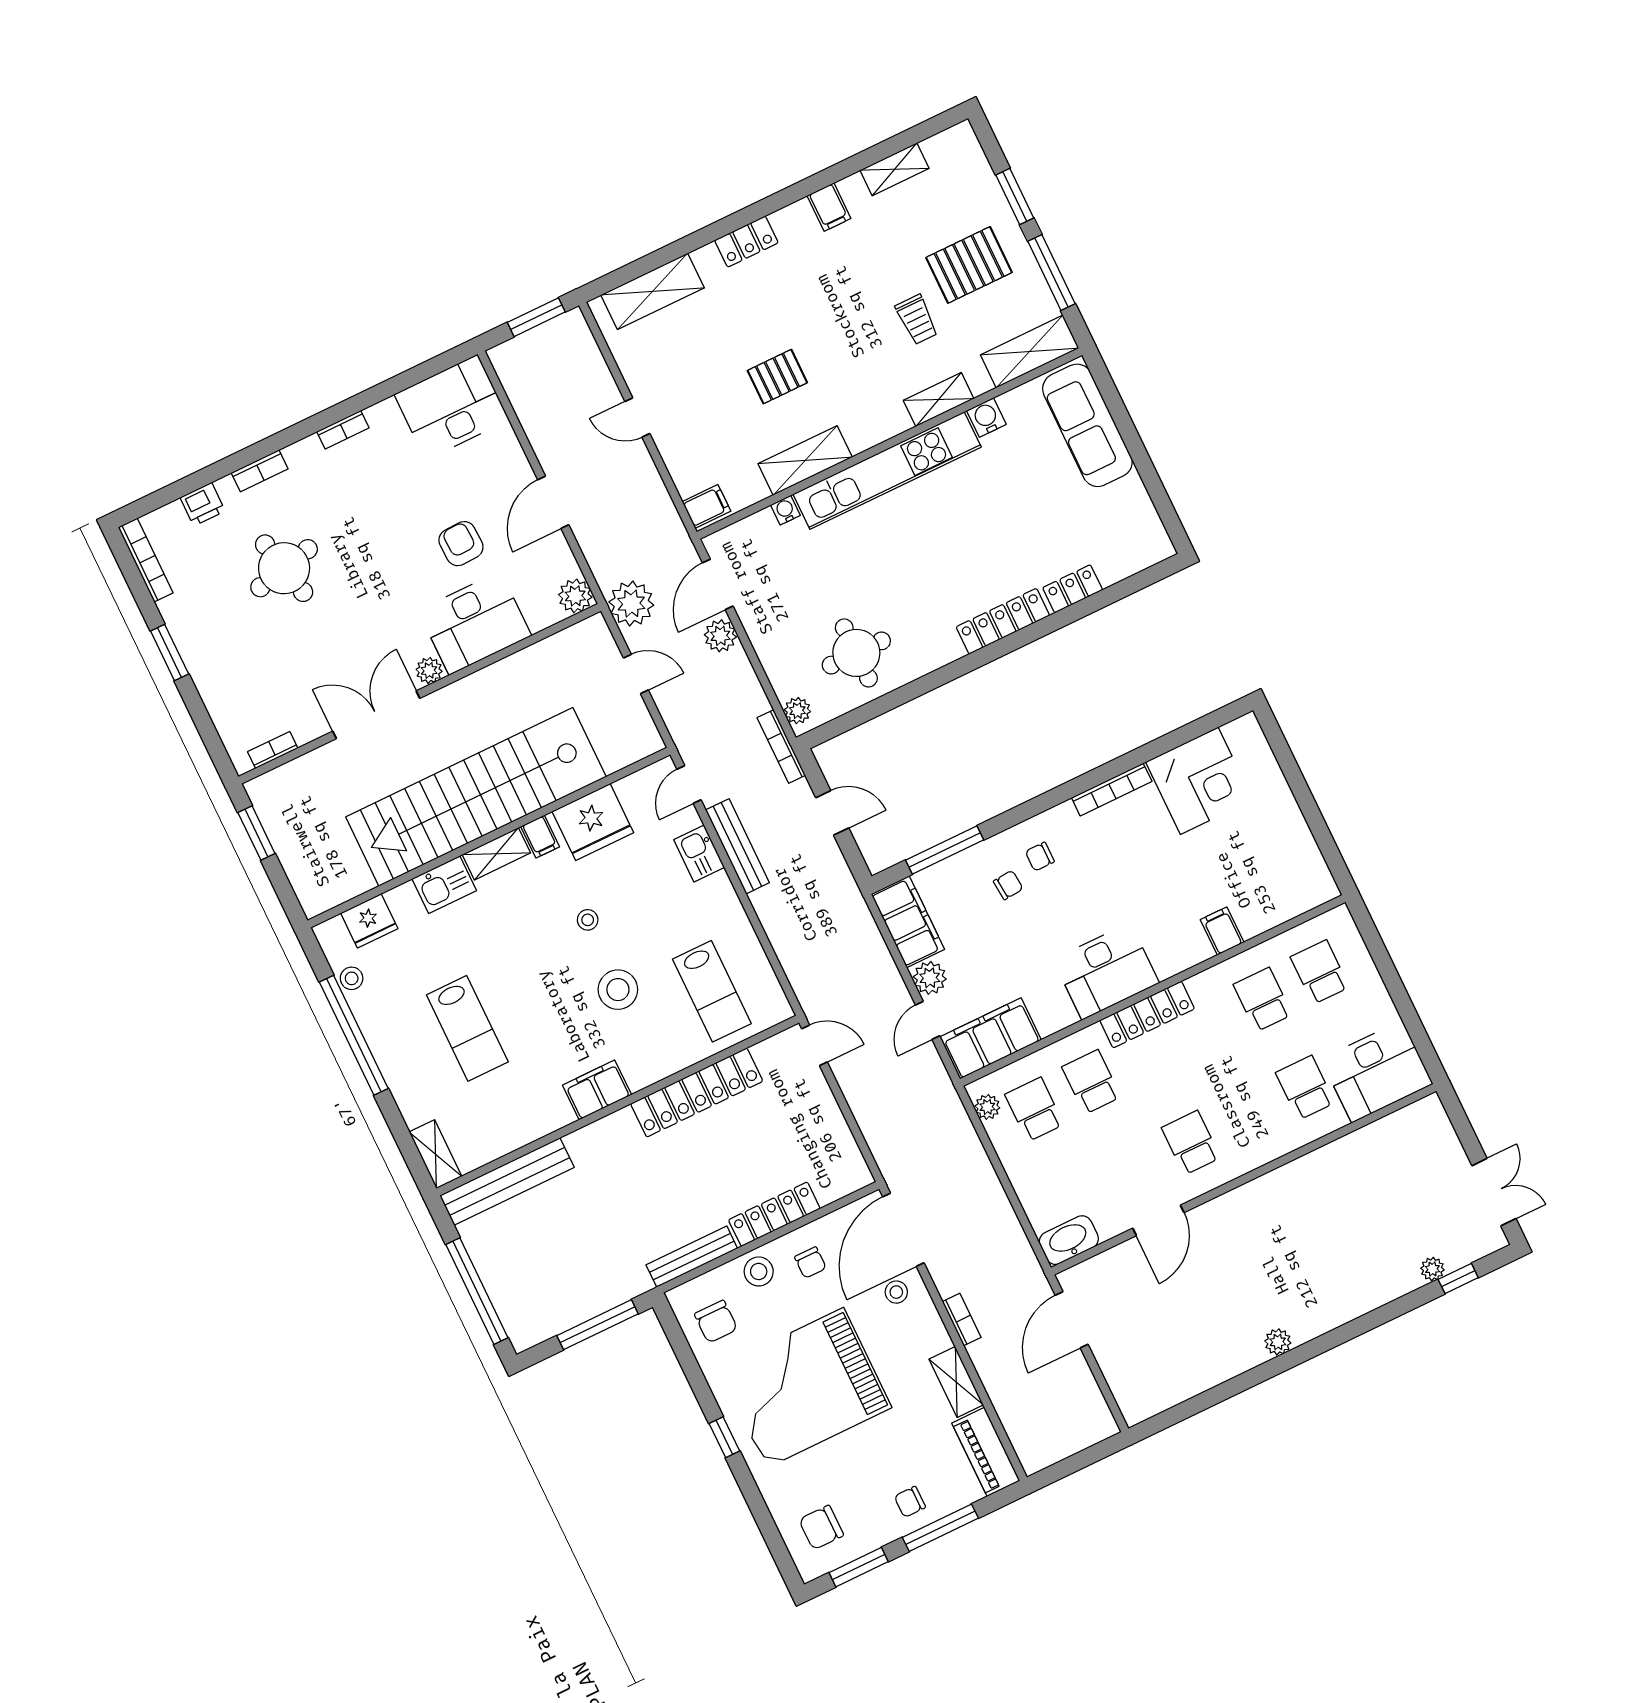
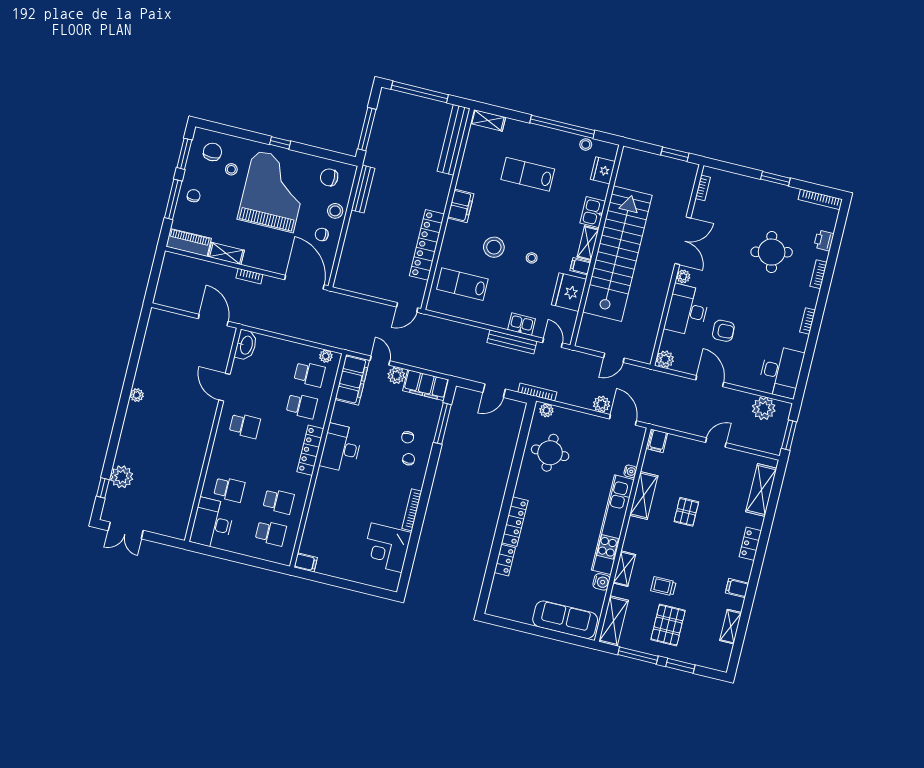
plant: (631, 604) -> (764, 408), moved
filing cabinet: (1222, 931) -> (306, 562), moved
locker: (774, 1214) -> (353, 236), removed
plant: (1432, 1269) -> (122, 477), width x1.87, depth x1.87
stool: (896, 1292) -> (231, 169), moved

